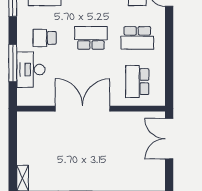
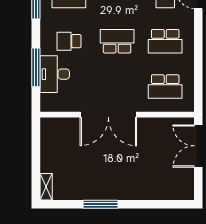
school desk: (137, 82) -> (165, 87), turned -90
double door: (83, 109) -> (108, 115), swing flipped

